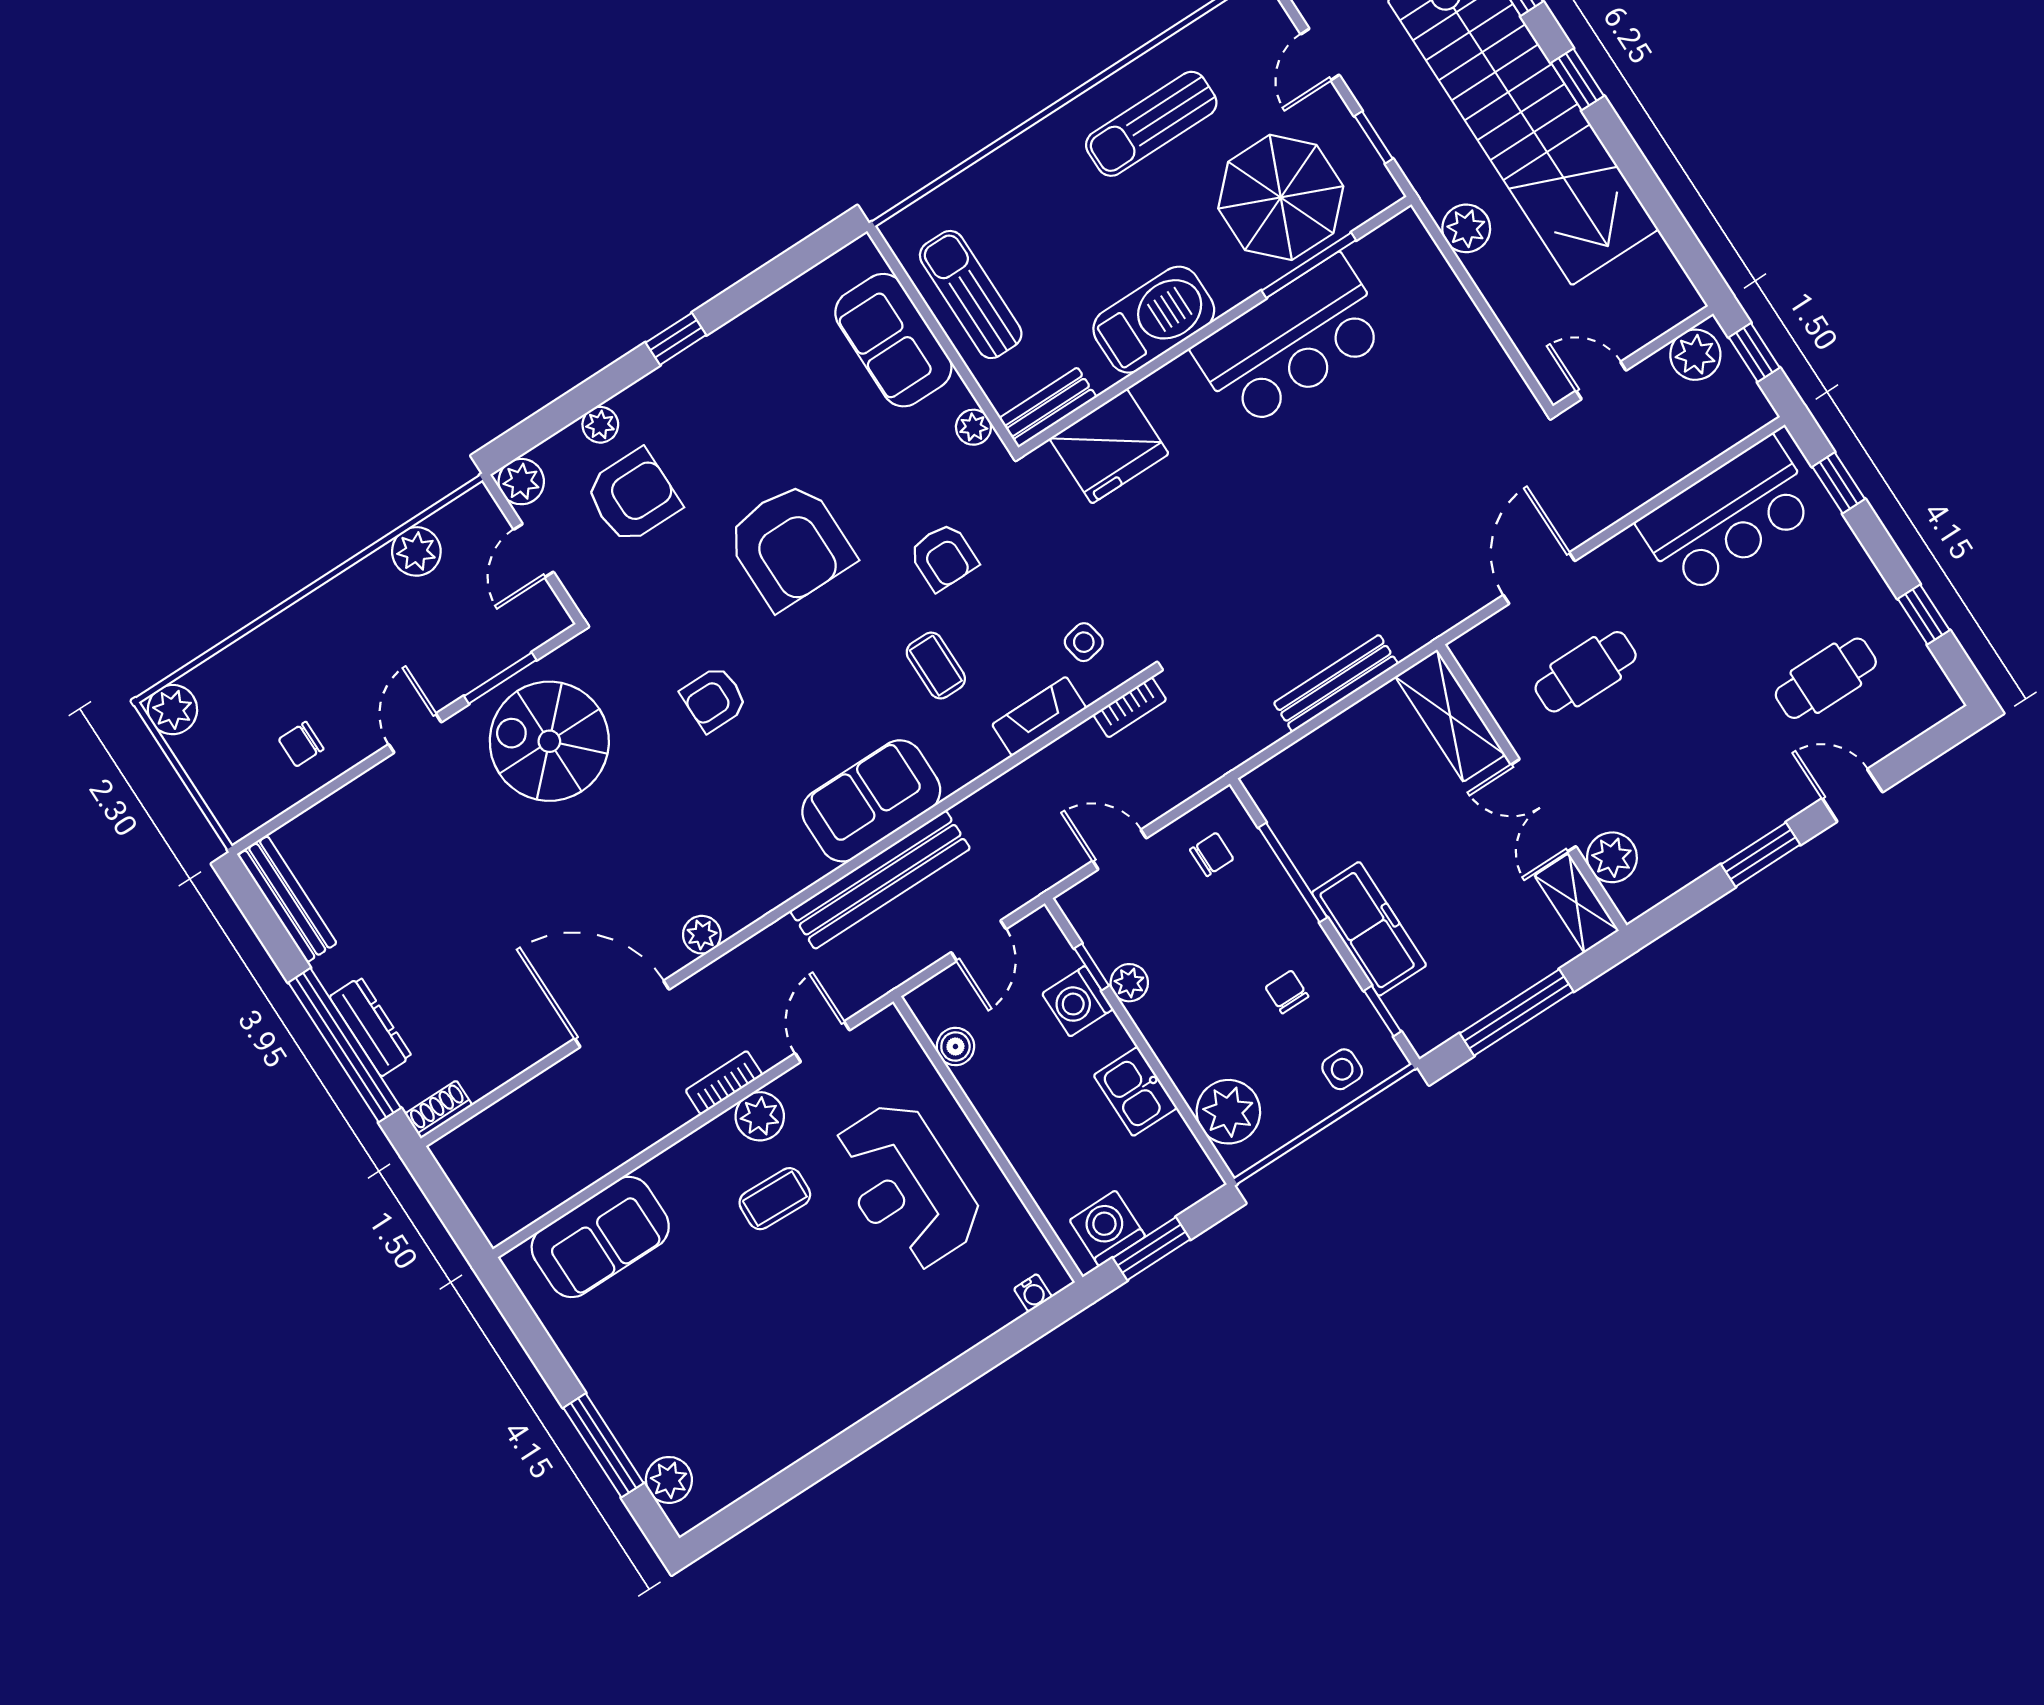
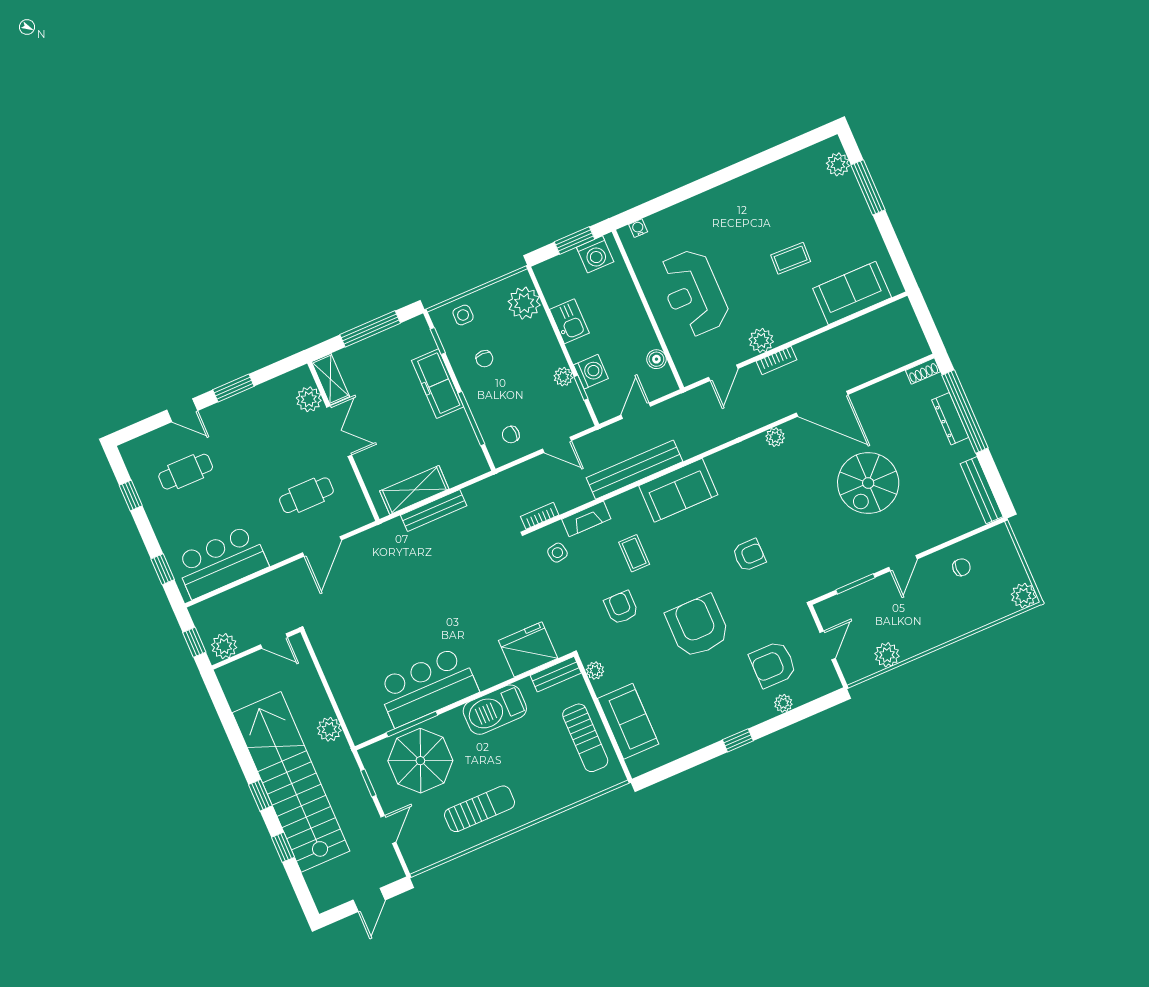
plant: (521, 482) -> (828, 681), removed
shelving: (1450, 716) -> (414, 490), moved, turned 90
spiral stairs: (549, 741) -> (868, 483), moved, turned 90
bench: (880, 880) -> (635, 470), moved
reception desk: (906, 1186) -> (693, 293), turned 180
coffee table: (775, 1199) -> (791, 258), moved

